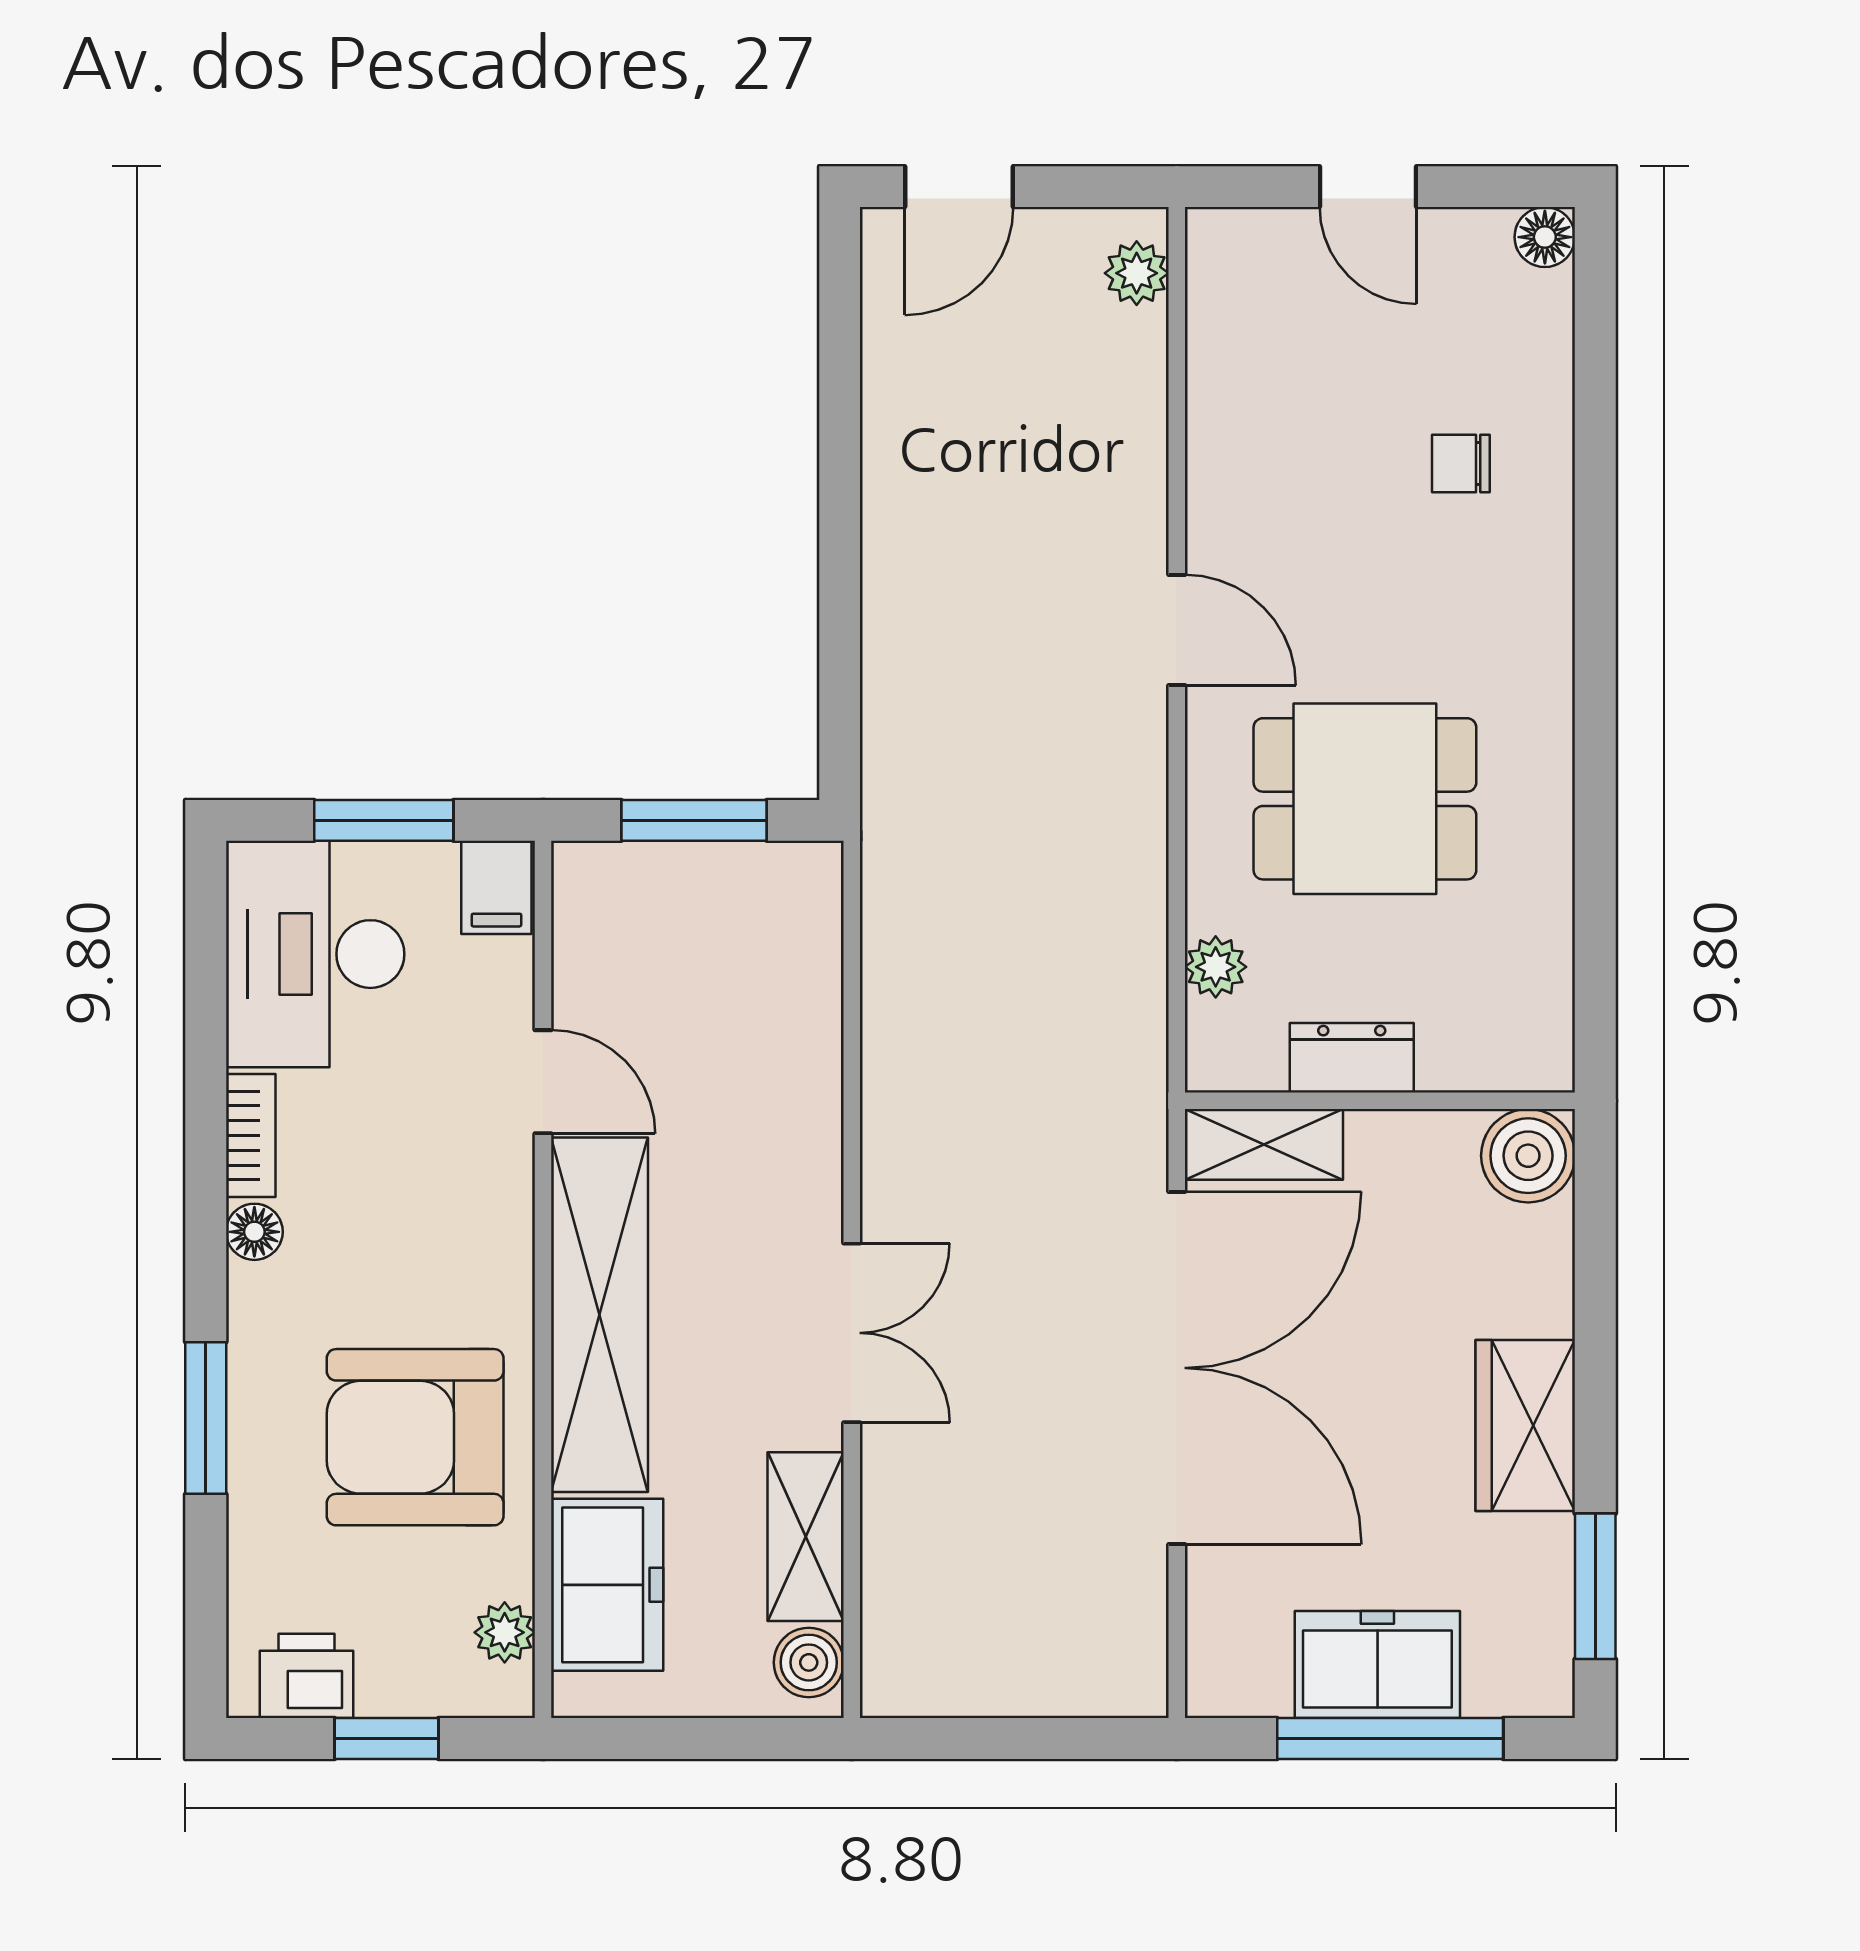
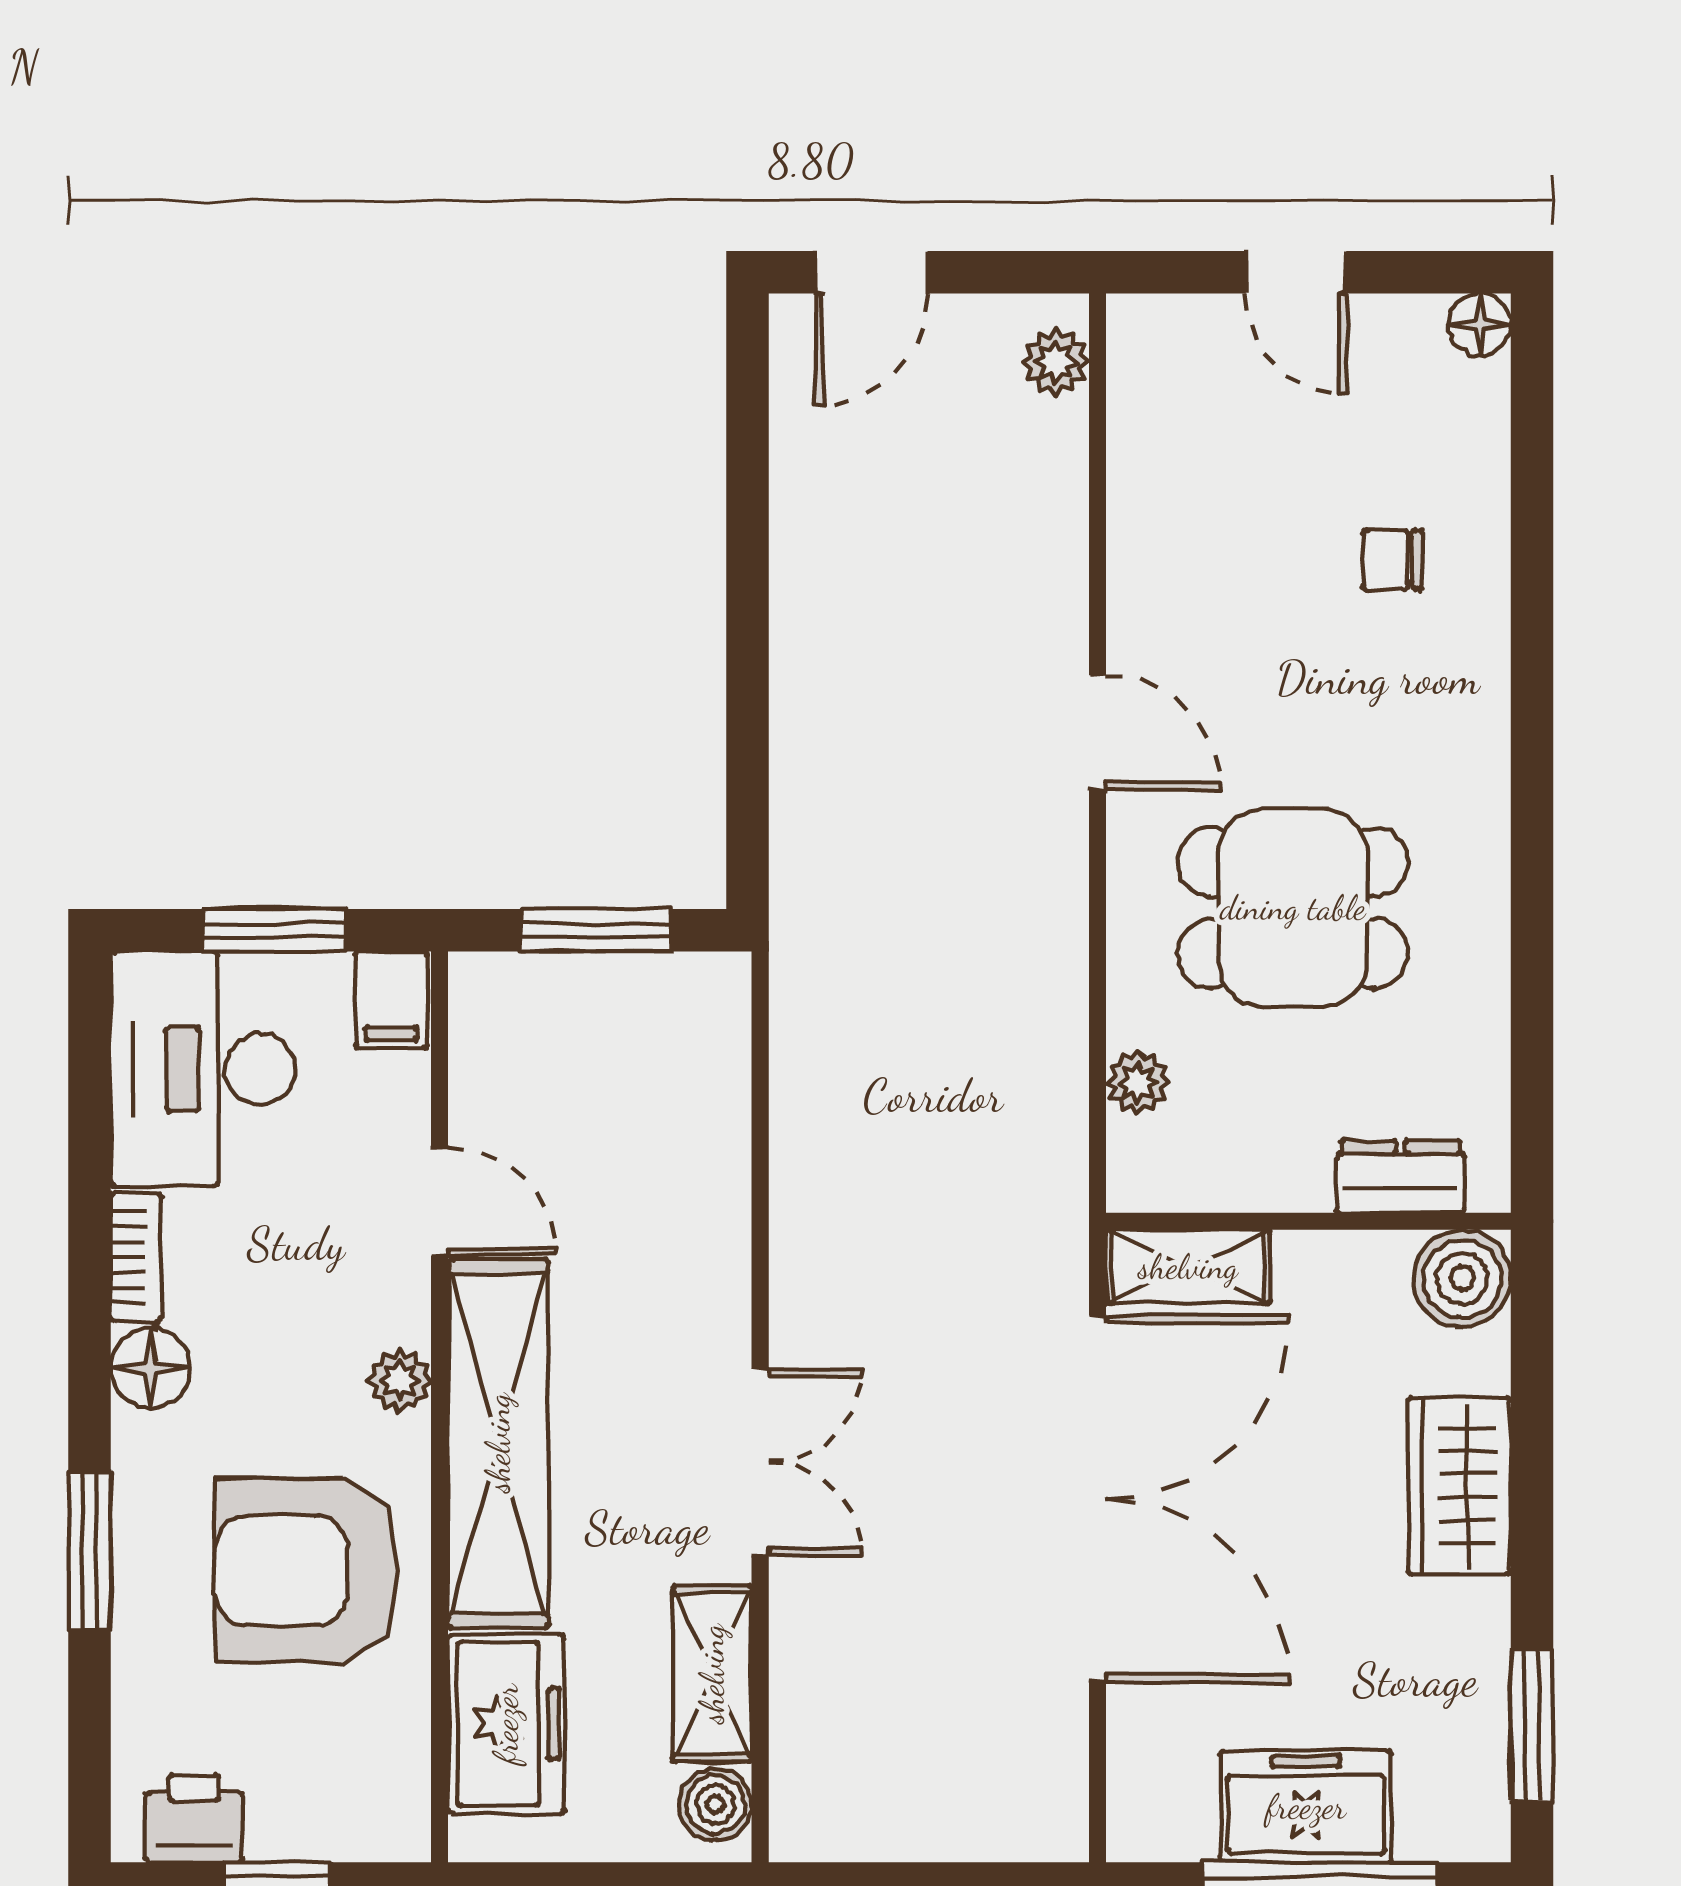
dresser: (1352, 1058) -> (1400, 1177), moved
floor lamp: (254, 1232) -> (151, 1368), width x1.37, depth x1.37
wardrobe: (1525, 1425) -> (1459, 1486), moved
plant: (505, 1632) -> (400, 1381), moved

